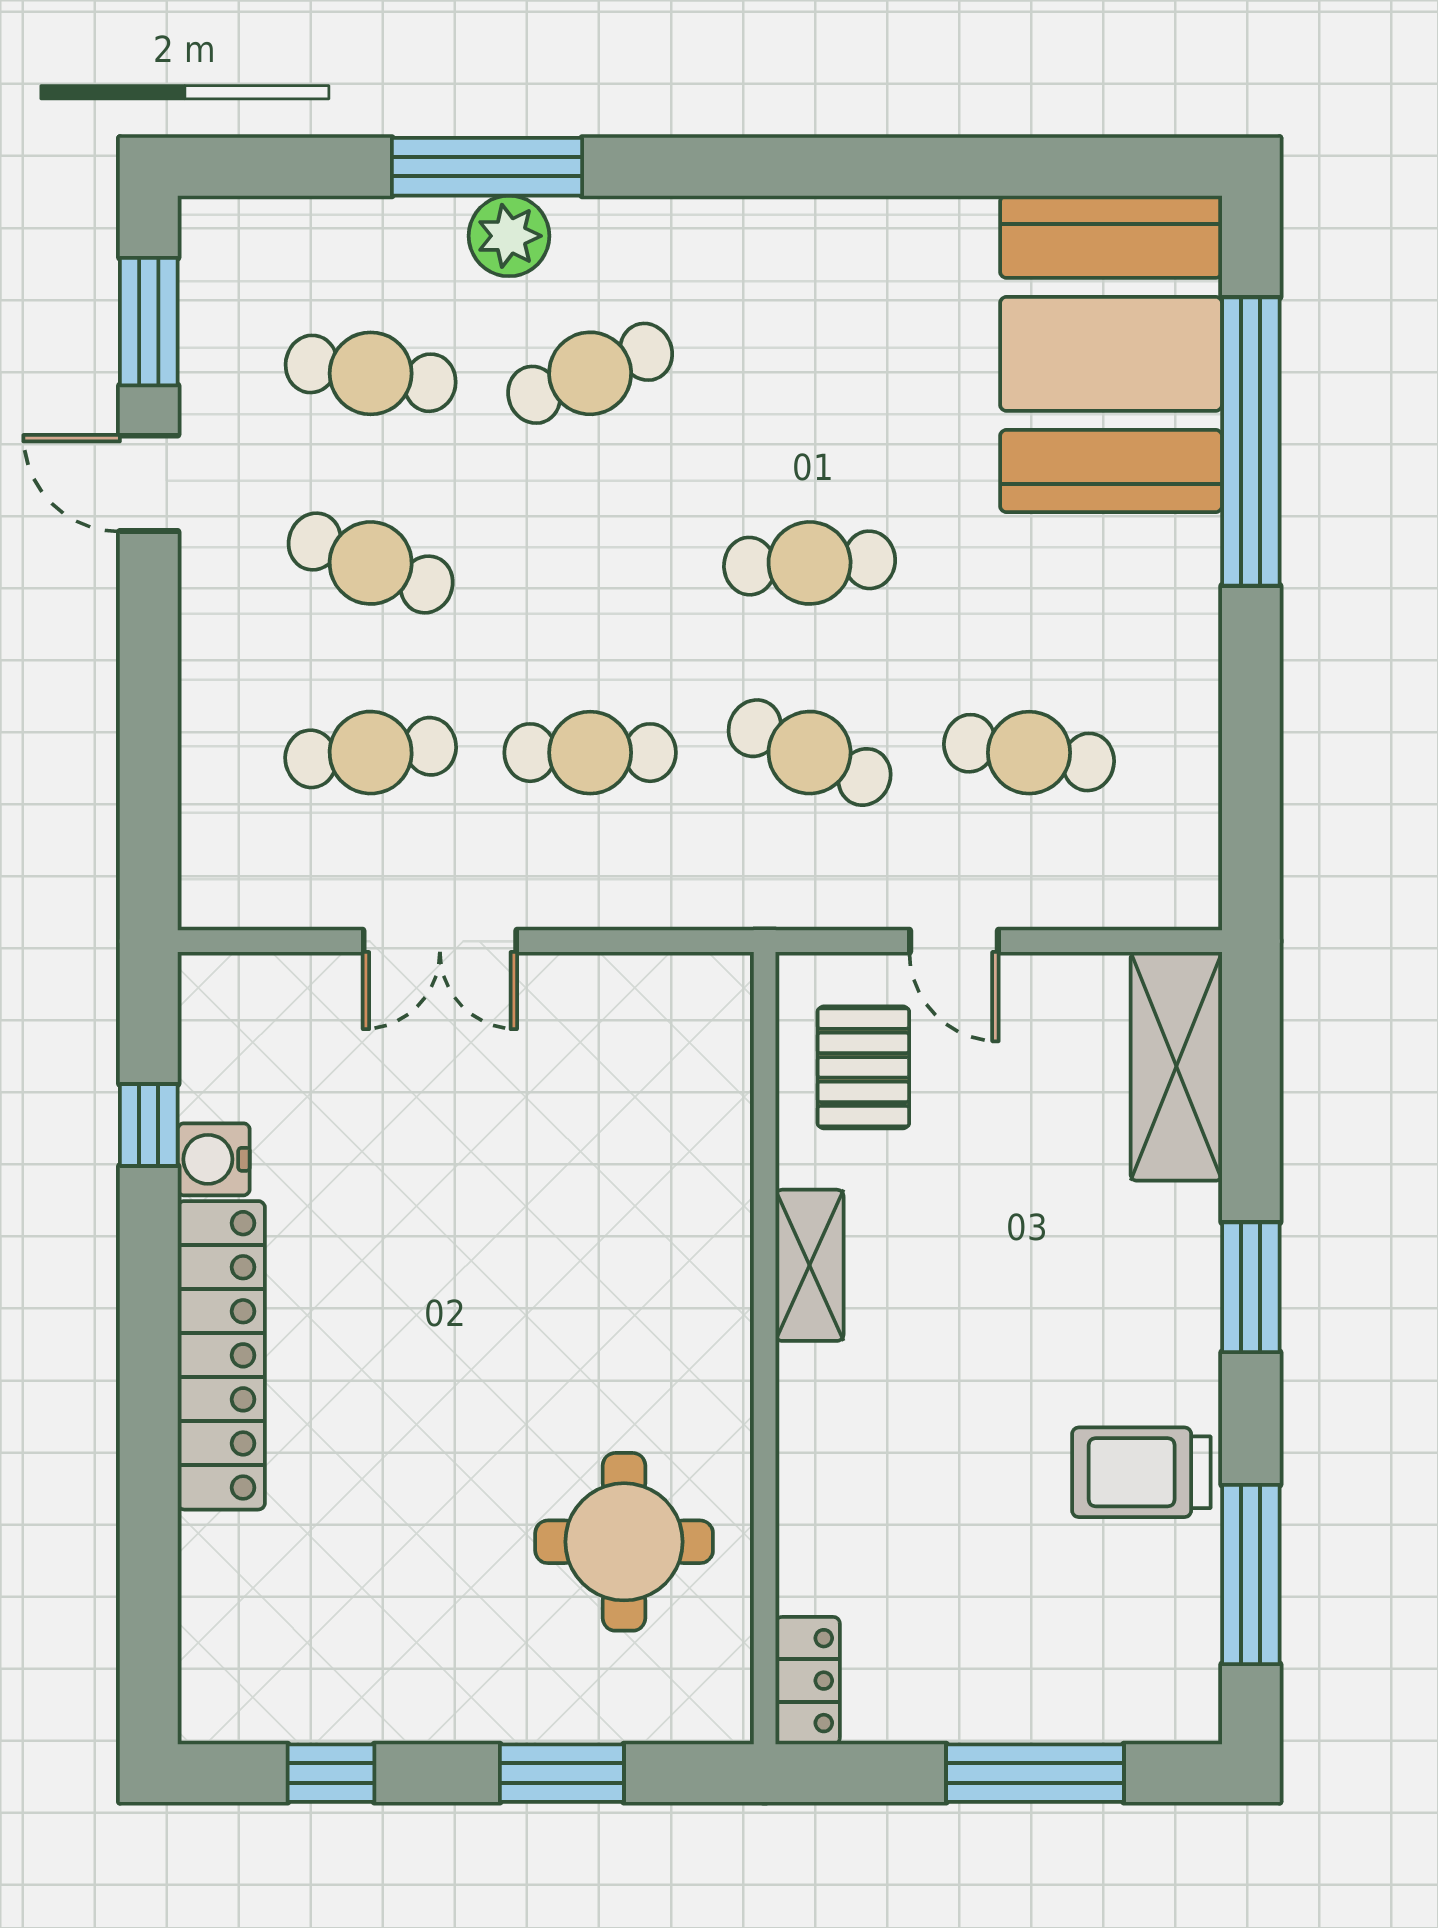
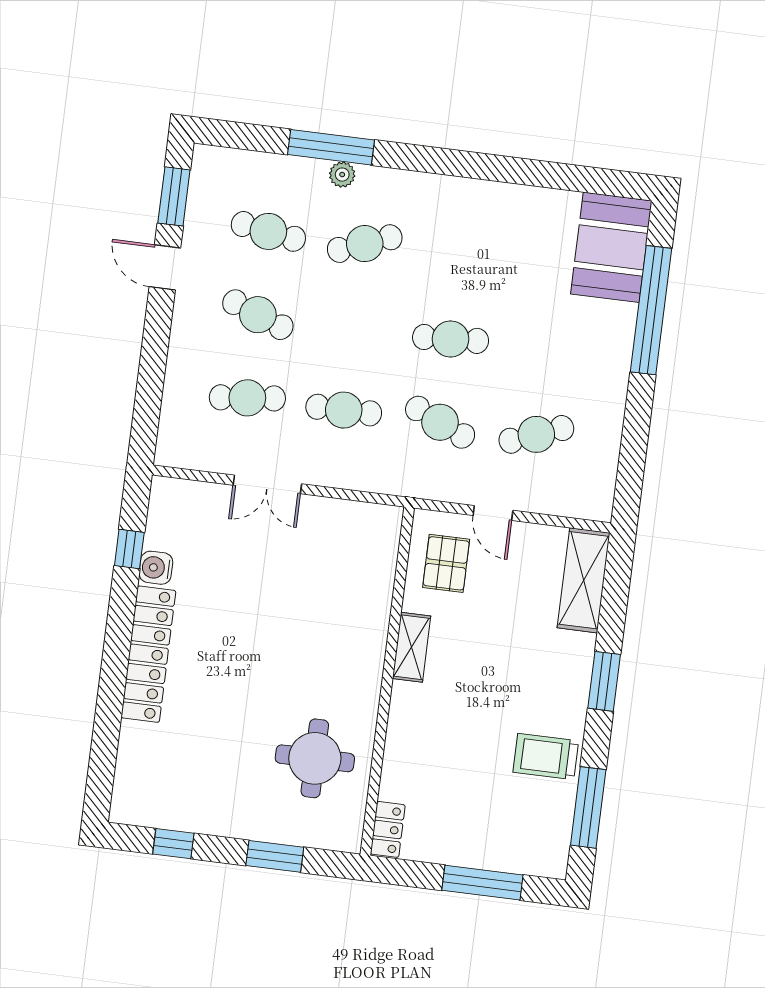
plant: (509, 236) -> (342, 175), width x0.73, depth x0.73
booth: (1111, 354) -> (611, 247), width x0.73, depth x0.70
cafe table: (1029, 753) -> (536, 434), turned -30

